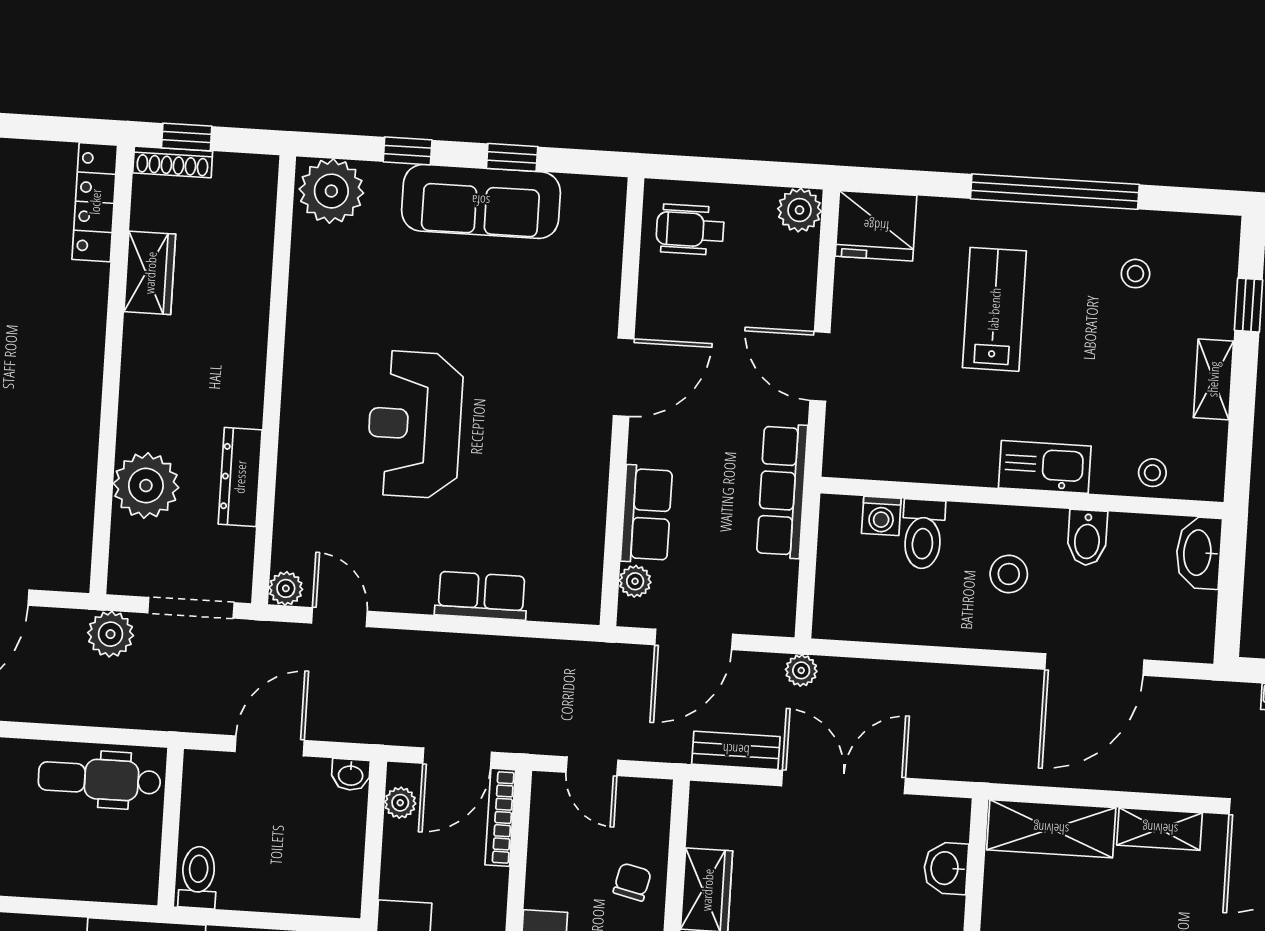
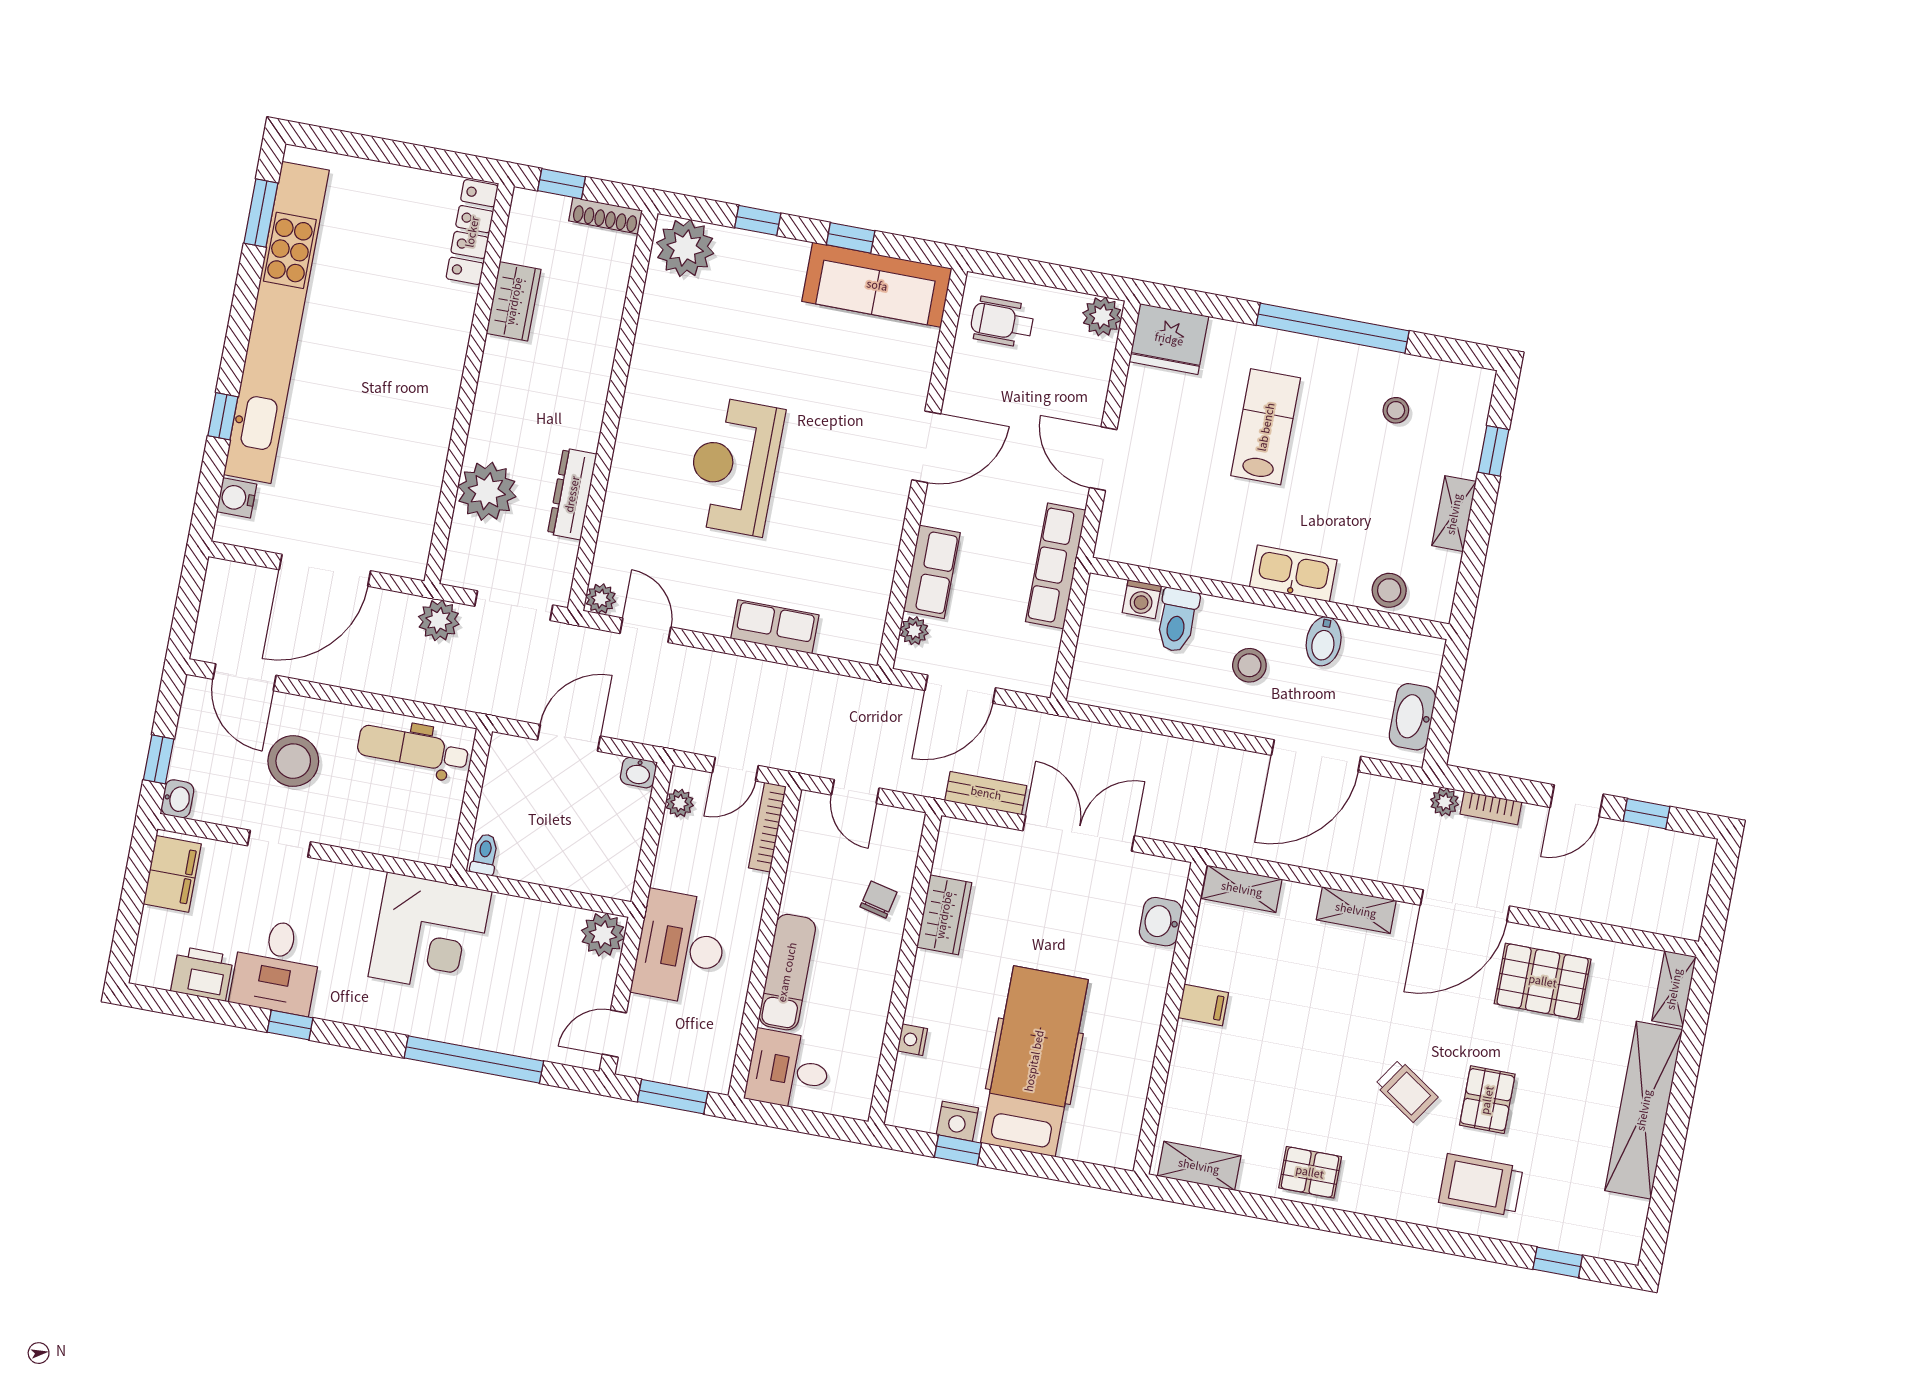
shoe rack: (173, 162) -> (606, 216), moved
sofa: (481, 201) -> (877, 285), moved
stool: (1152, 473) -> (1389, 590), width x1.37, depth x1.37
washbasin: (1199, 553) -> (1412, 717), moved
plant: (801, 670) -> (1445, 802), moved
door: (457, 758) -> (735, 769), width x0.73
shelving: (1051, 829) -> (1242, 889), width x0.67, depth x0.75
toilet: (198, 877) -> (485, 854), width x0.73, depth x0.72

